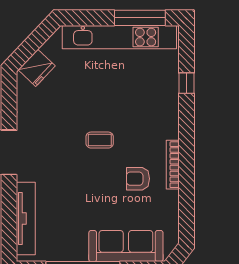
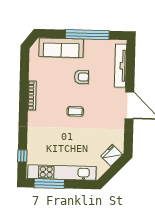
window: (186, 83) -> (22, 156), moved
armchair: (138, 179) -> (81, 77), moved

